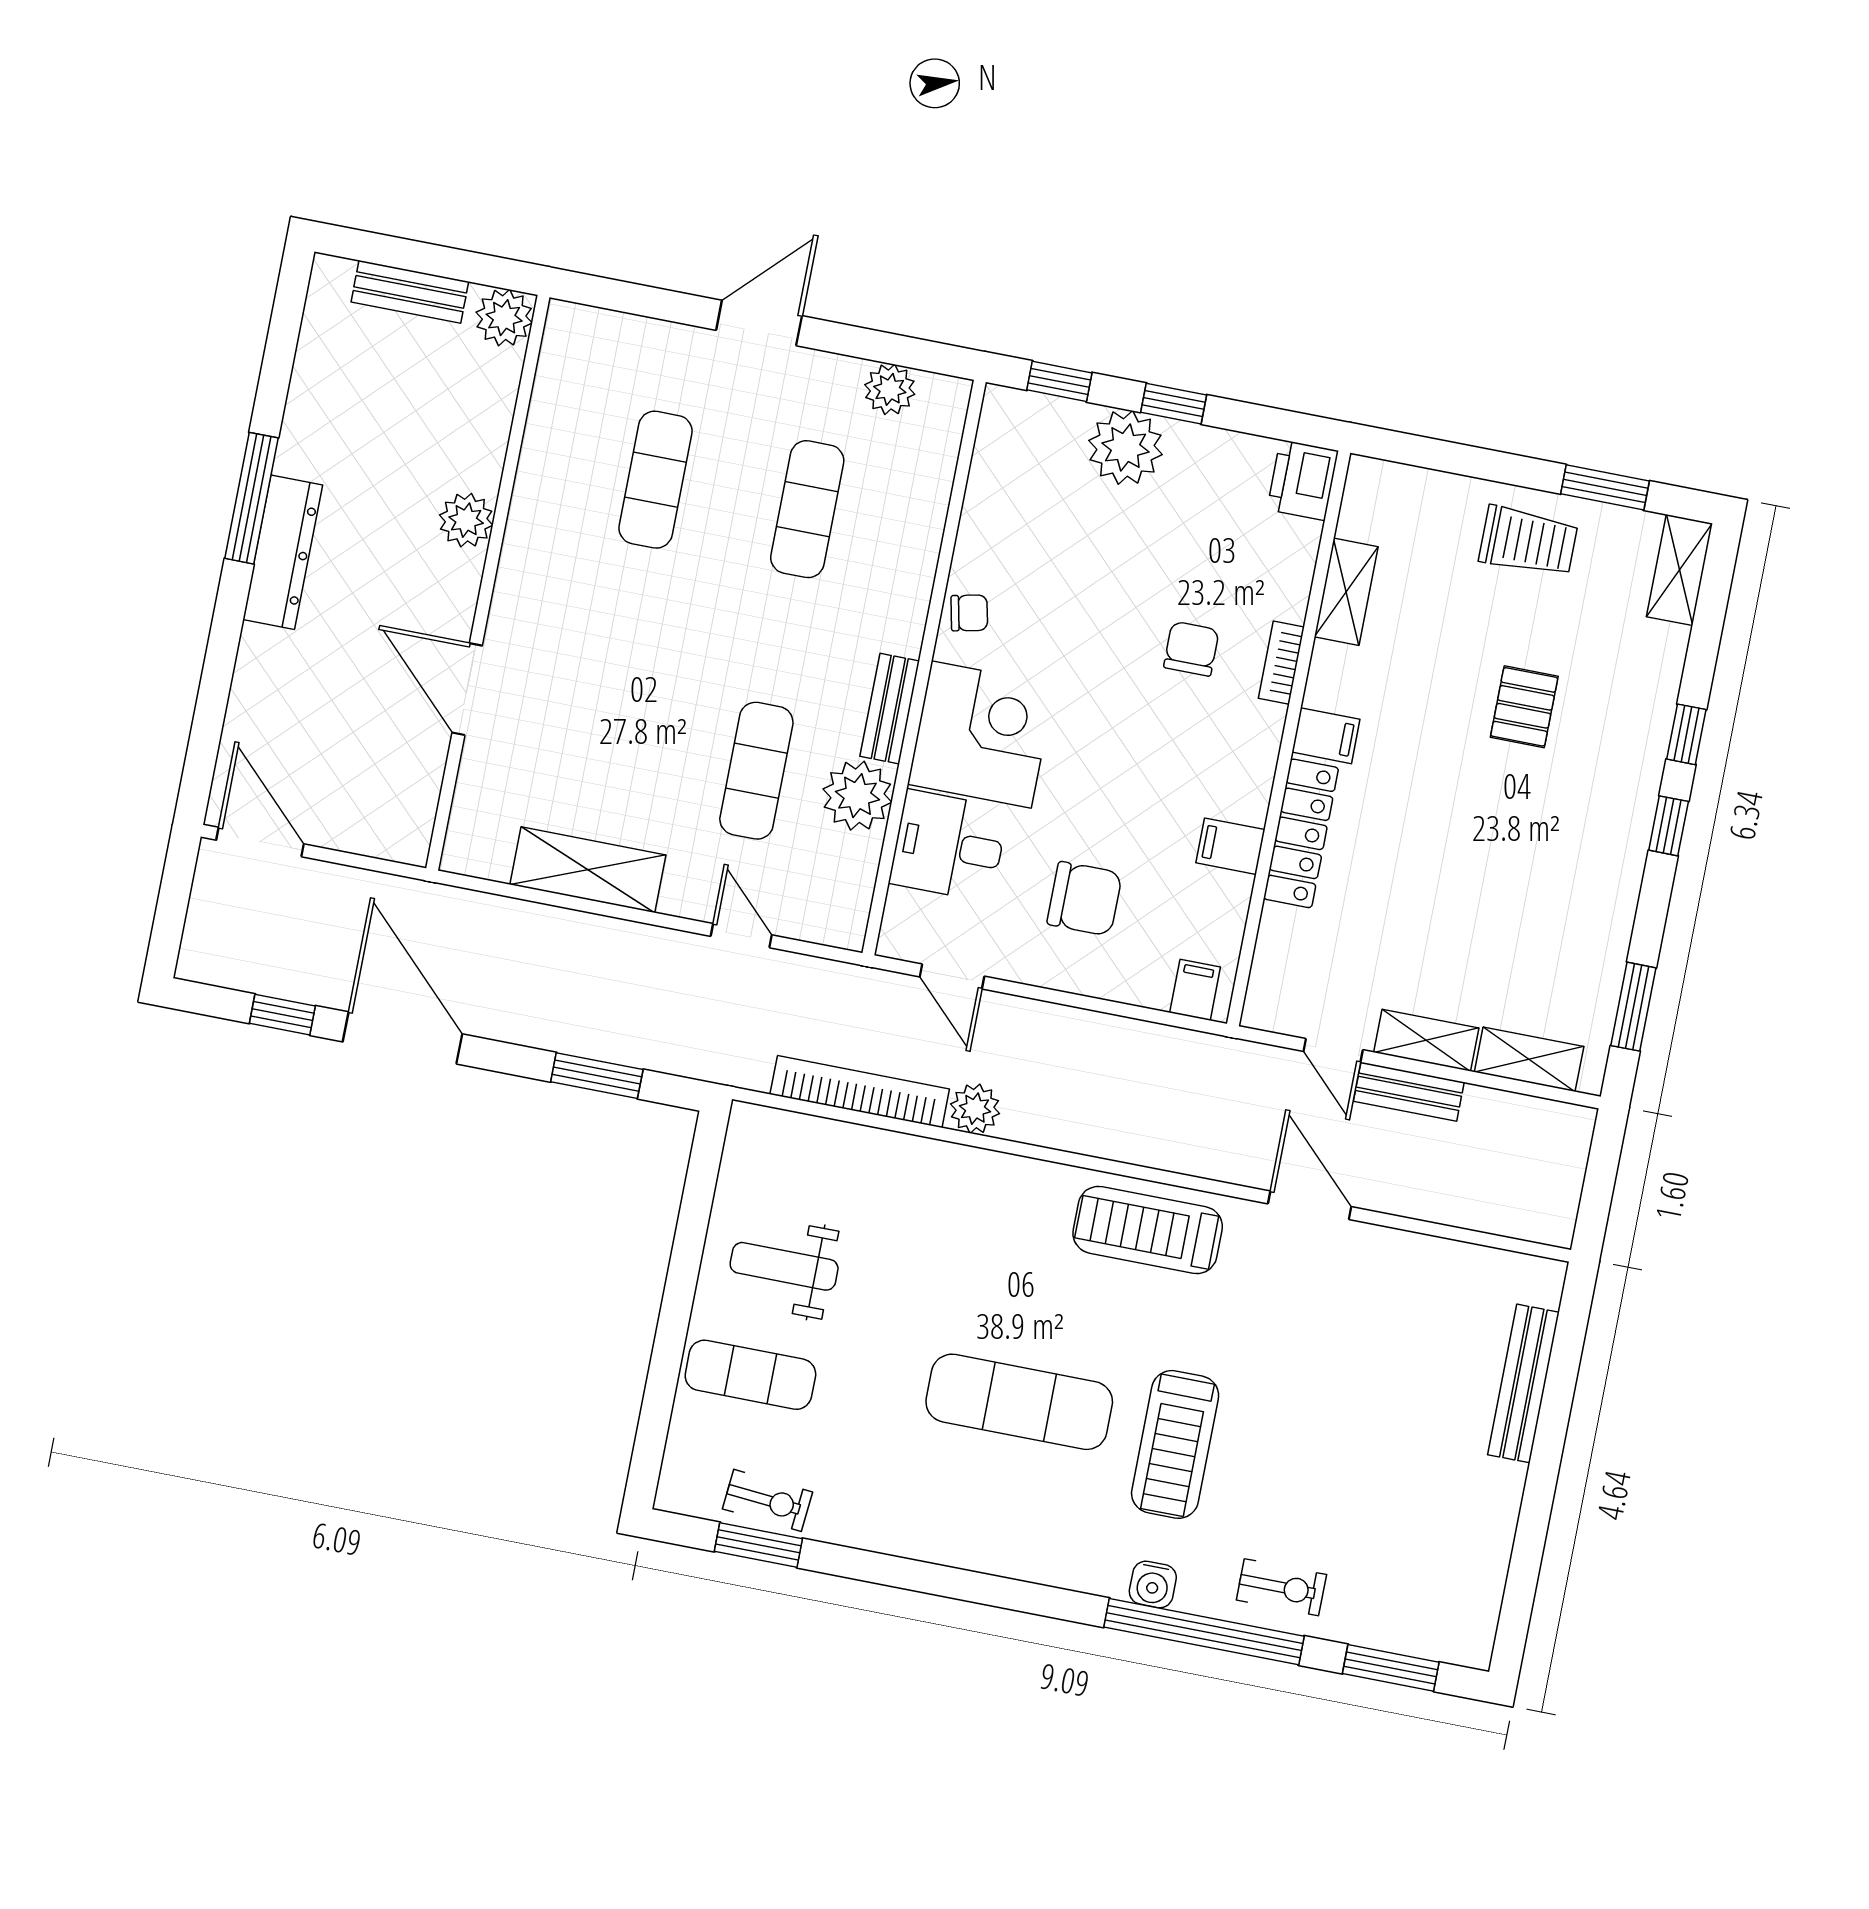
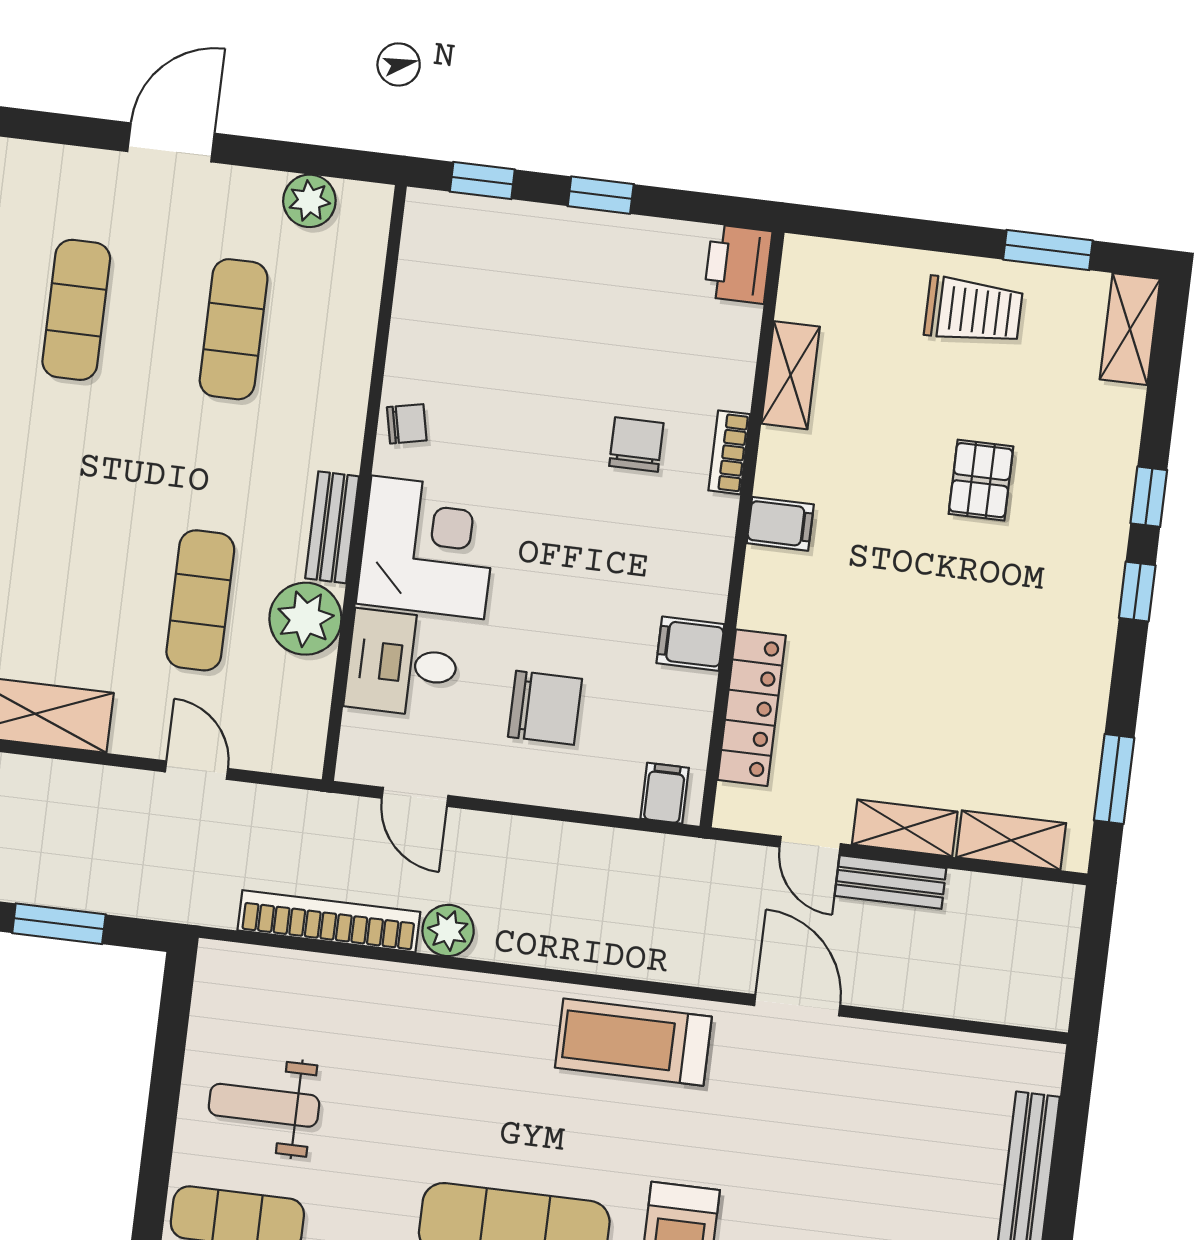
plant: (1125, 447) -> (555, 243), removed
locker: (1301, 833) -> (752, 708), moved

